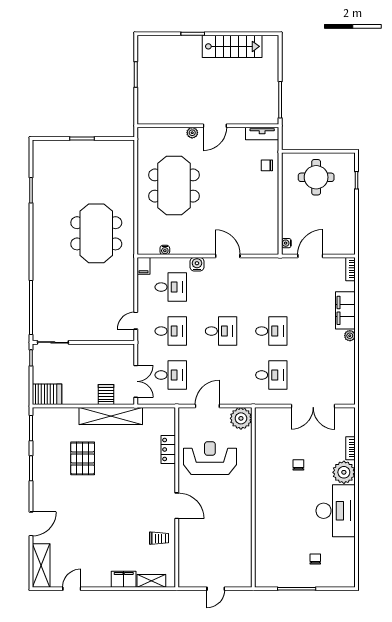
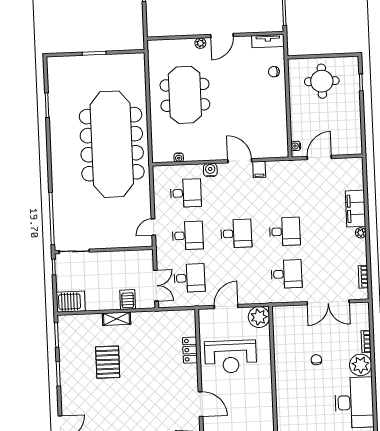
meeting table: (96, 233) -> (112, 144), width x1.86, depth x1.27
filing cabinet: (143, 266) -> (259, 169), moved
bookcase: (350, 269) -> (363, 277), moved
shelving: (111, 416) -> (116, 319), width x0.45, depth x0.75
reception desk: (210, 458) -> (231, 357), turned 180

